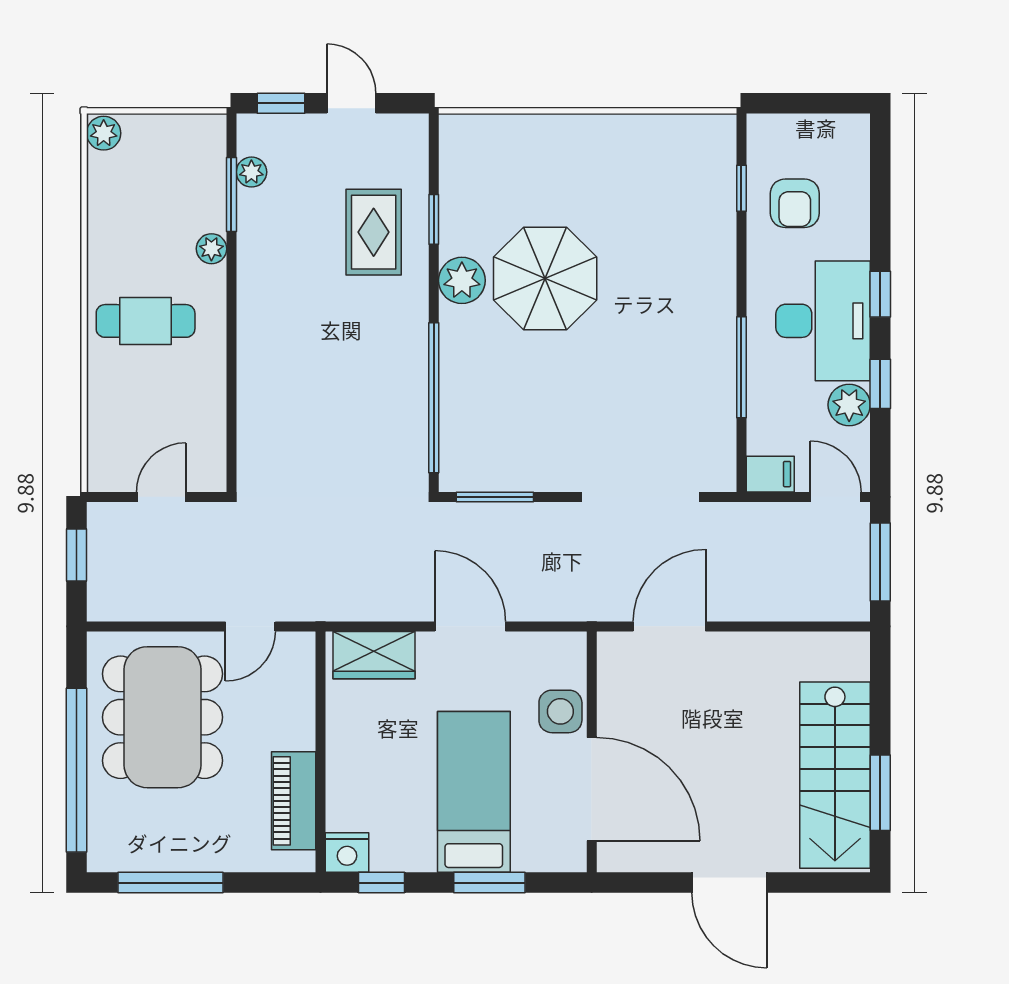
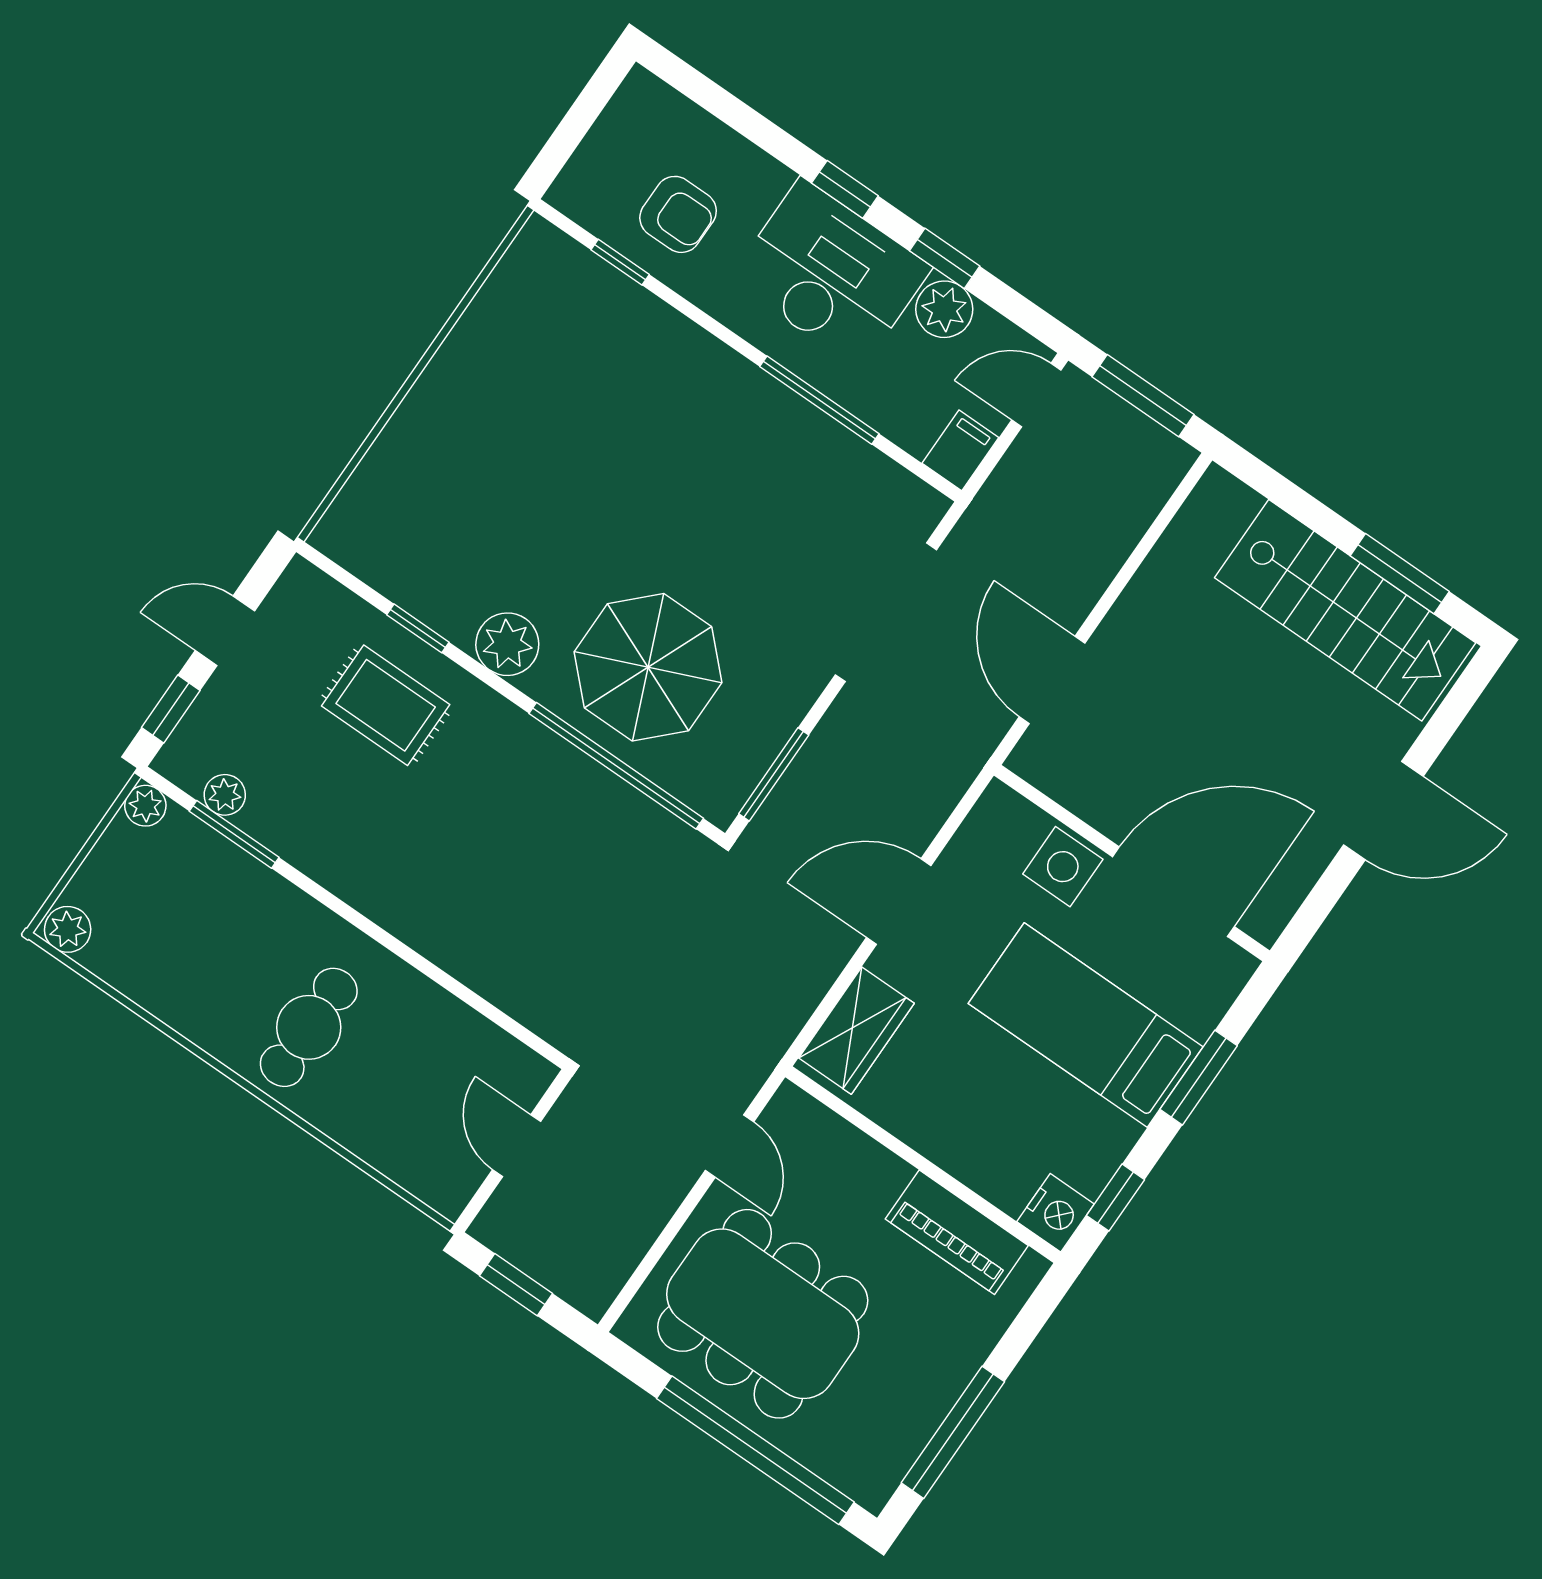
plant: (211, 249) -> (145, 806), moved
parasol: (545, 278) -> (648, 667), moved

